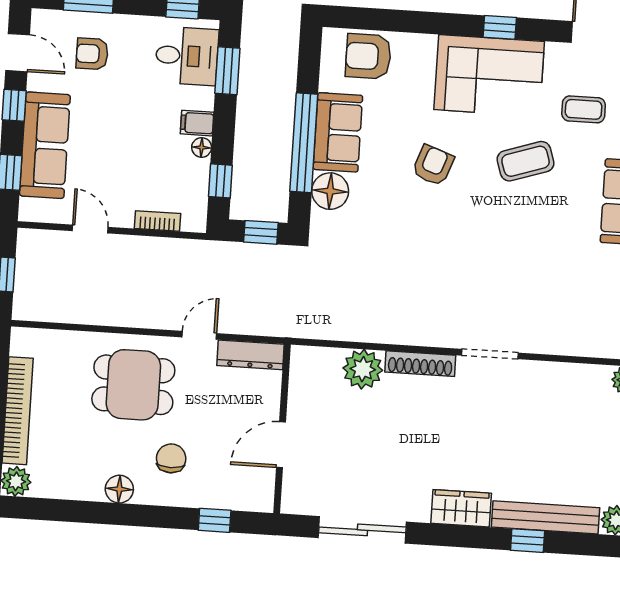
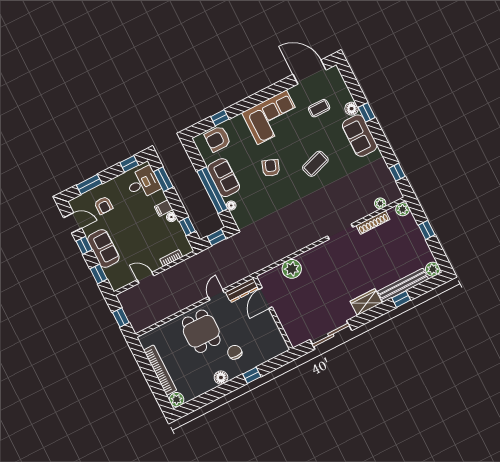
window: (500, 27) -> (220, 118), moved
armchair: (92, 54) -> (104, 205), turned -90
sofa: (45, 145) -> (103, 249), width x0.73
coffee table: (526, 161) -> (315, 164), moved
floor lamp: (330, 191) -> (231, 205), width x0.53, depth x0.53
plant: (592, 346) -> (380, 203), added
shoe rack: (420, 364) -> (373, 222), moved
dining table: (133, 385) -> (201, 331), turned 90
door: (281, 445) -> (265, 298), moved
window: (215, 520) -> (252, 375), moved

